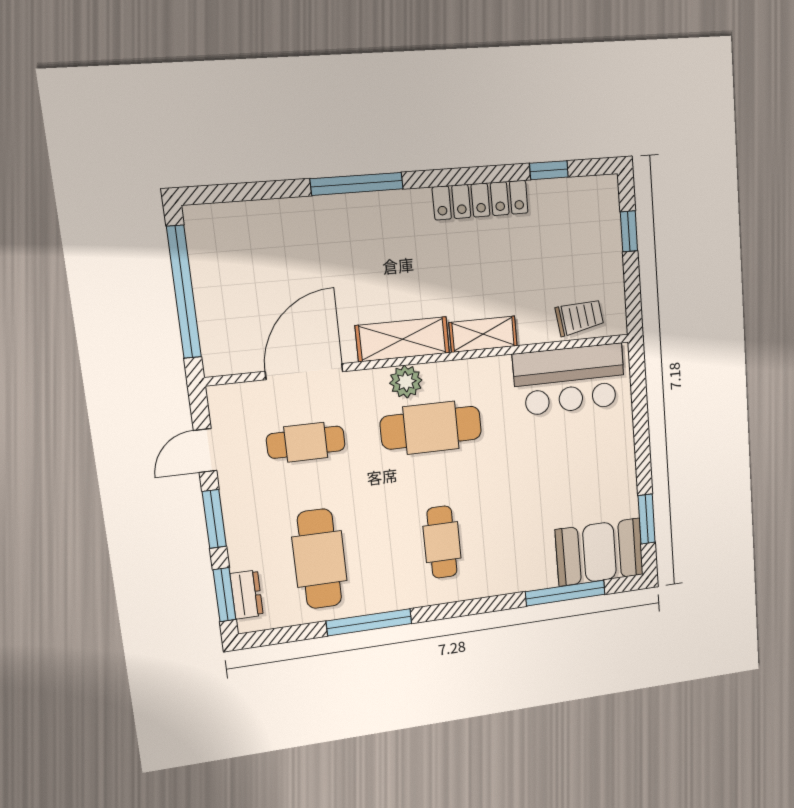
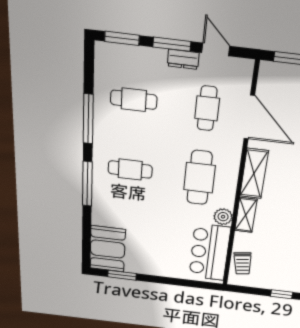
plant: (406, 382) -> (223, 217), moved
cafe table: (319, 559) -> (134, 100), width x0.73, depth x0.74
window: (565, 593) -> (87, 184), moved
dresser: (247, 595) -> (183, 59), moved

